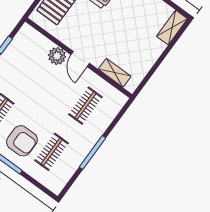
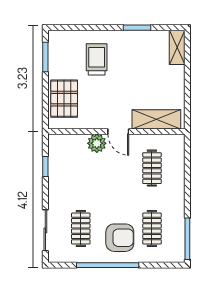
shelving: (115, 73) -> (156, 119), width x1.50, depth x1.33
window: (92, 153) -> (187, 239), moved

